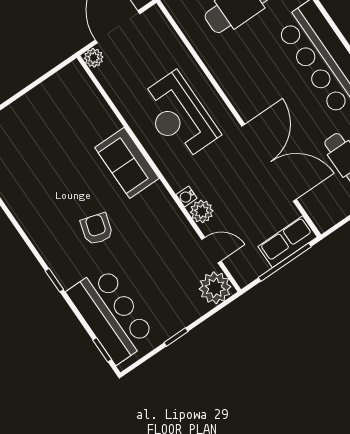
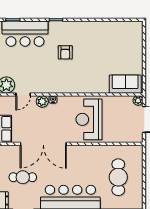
reception desk: (179, 116) -> (89, 119), turned -90
sofa: (127, 163) -> (125, 84), moved
armchair: (97, 229) -> (65, 52), turned 74

